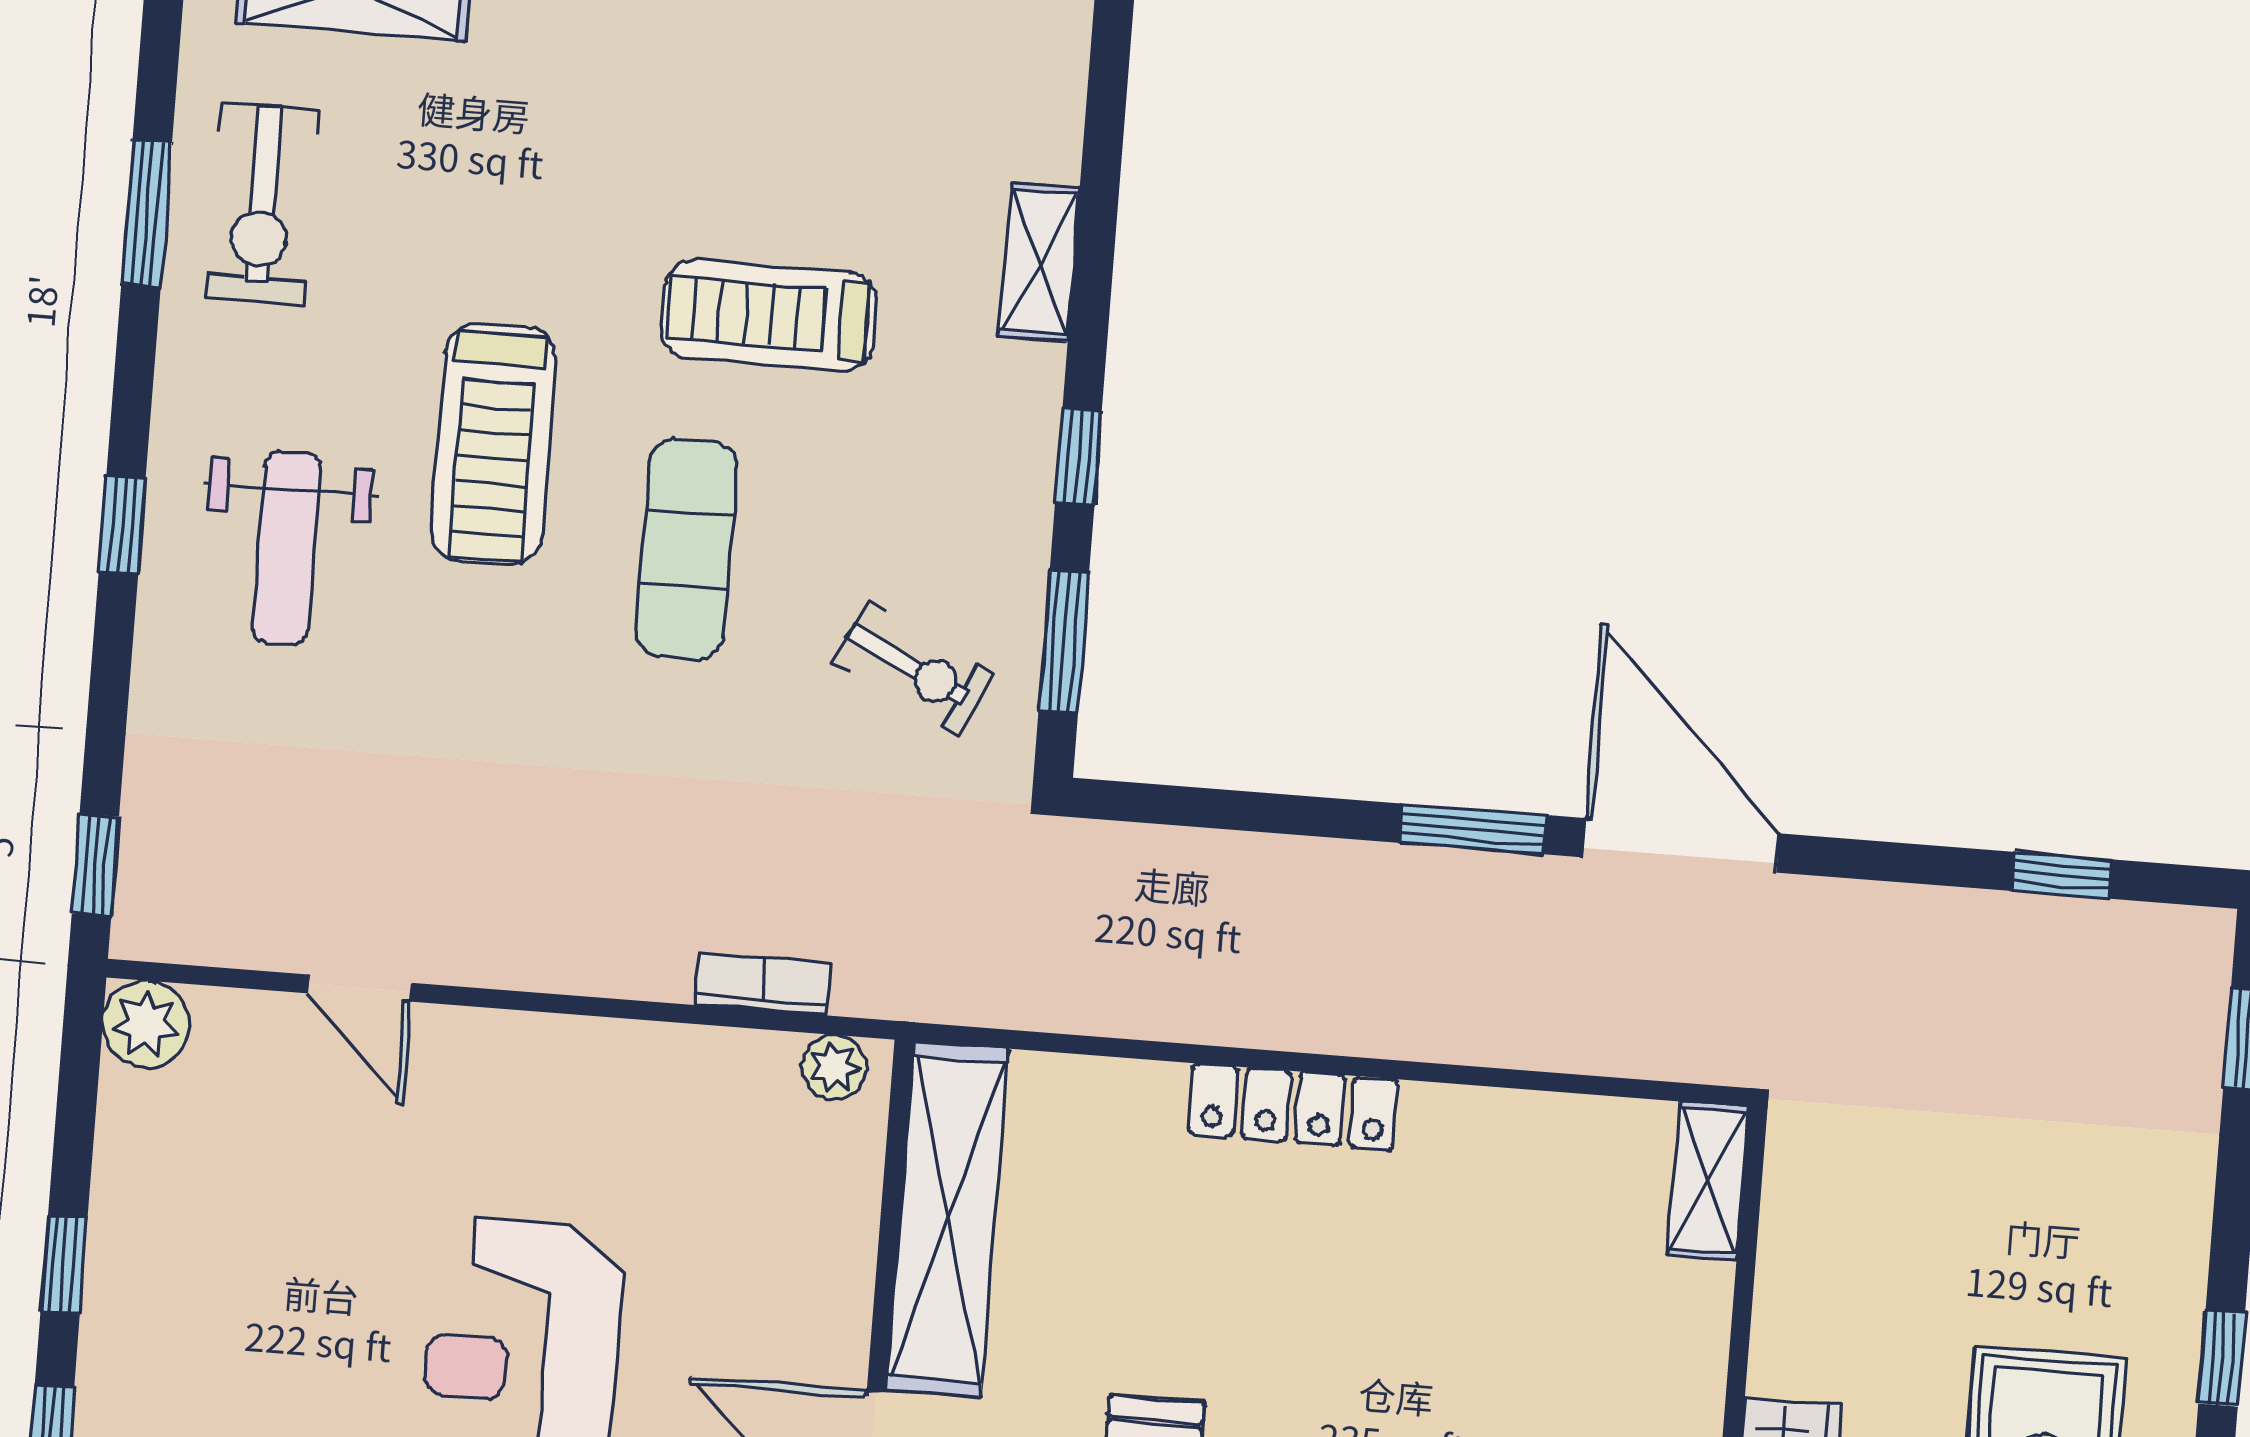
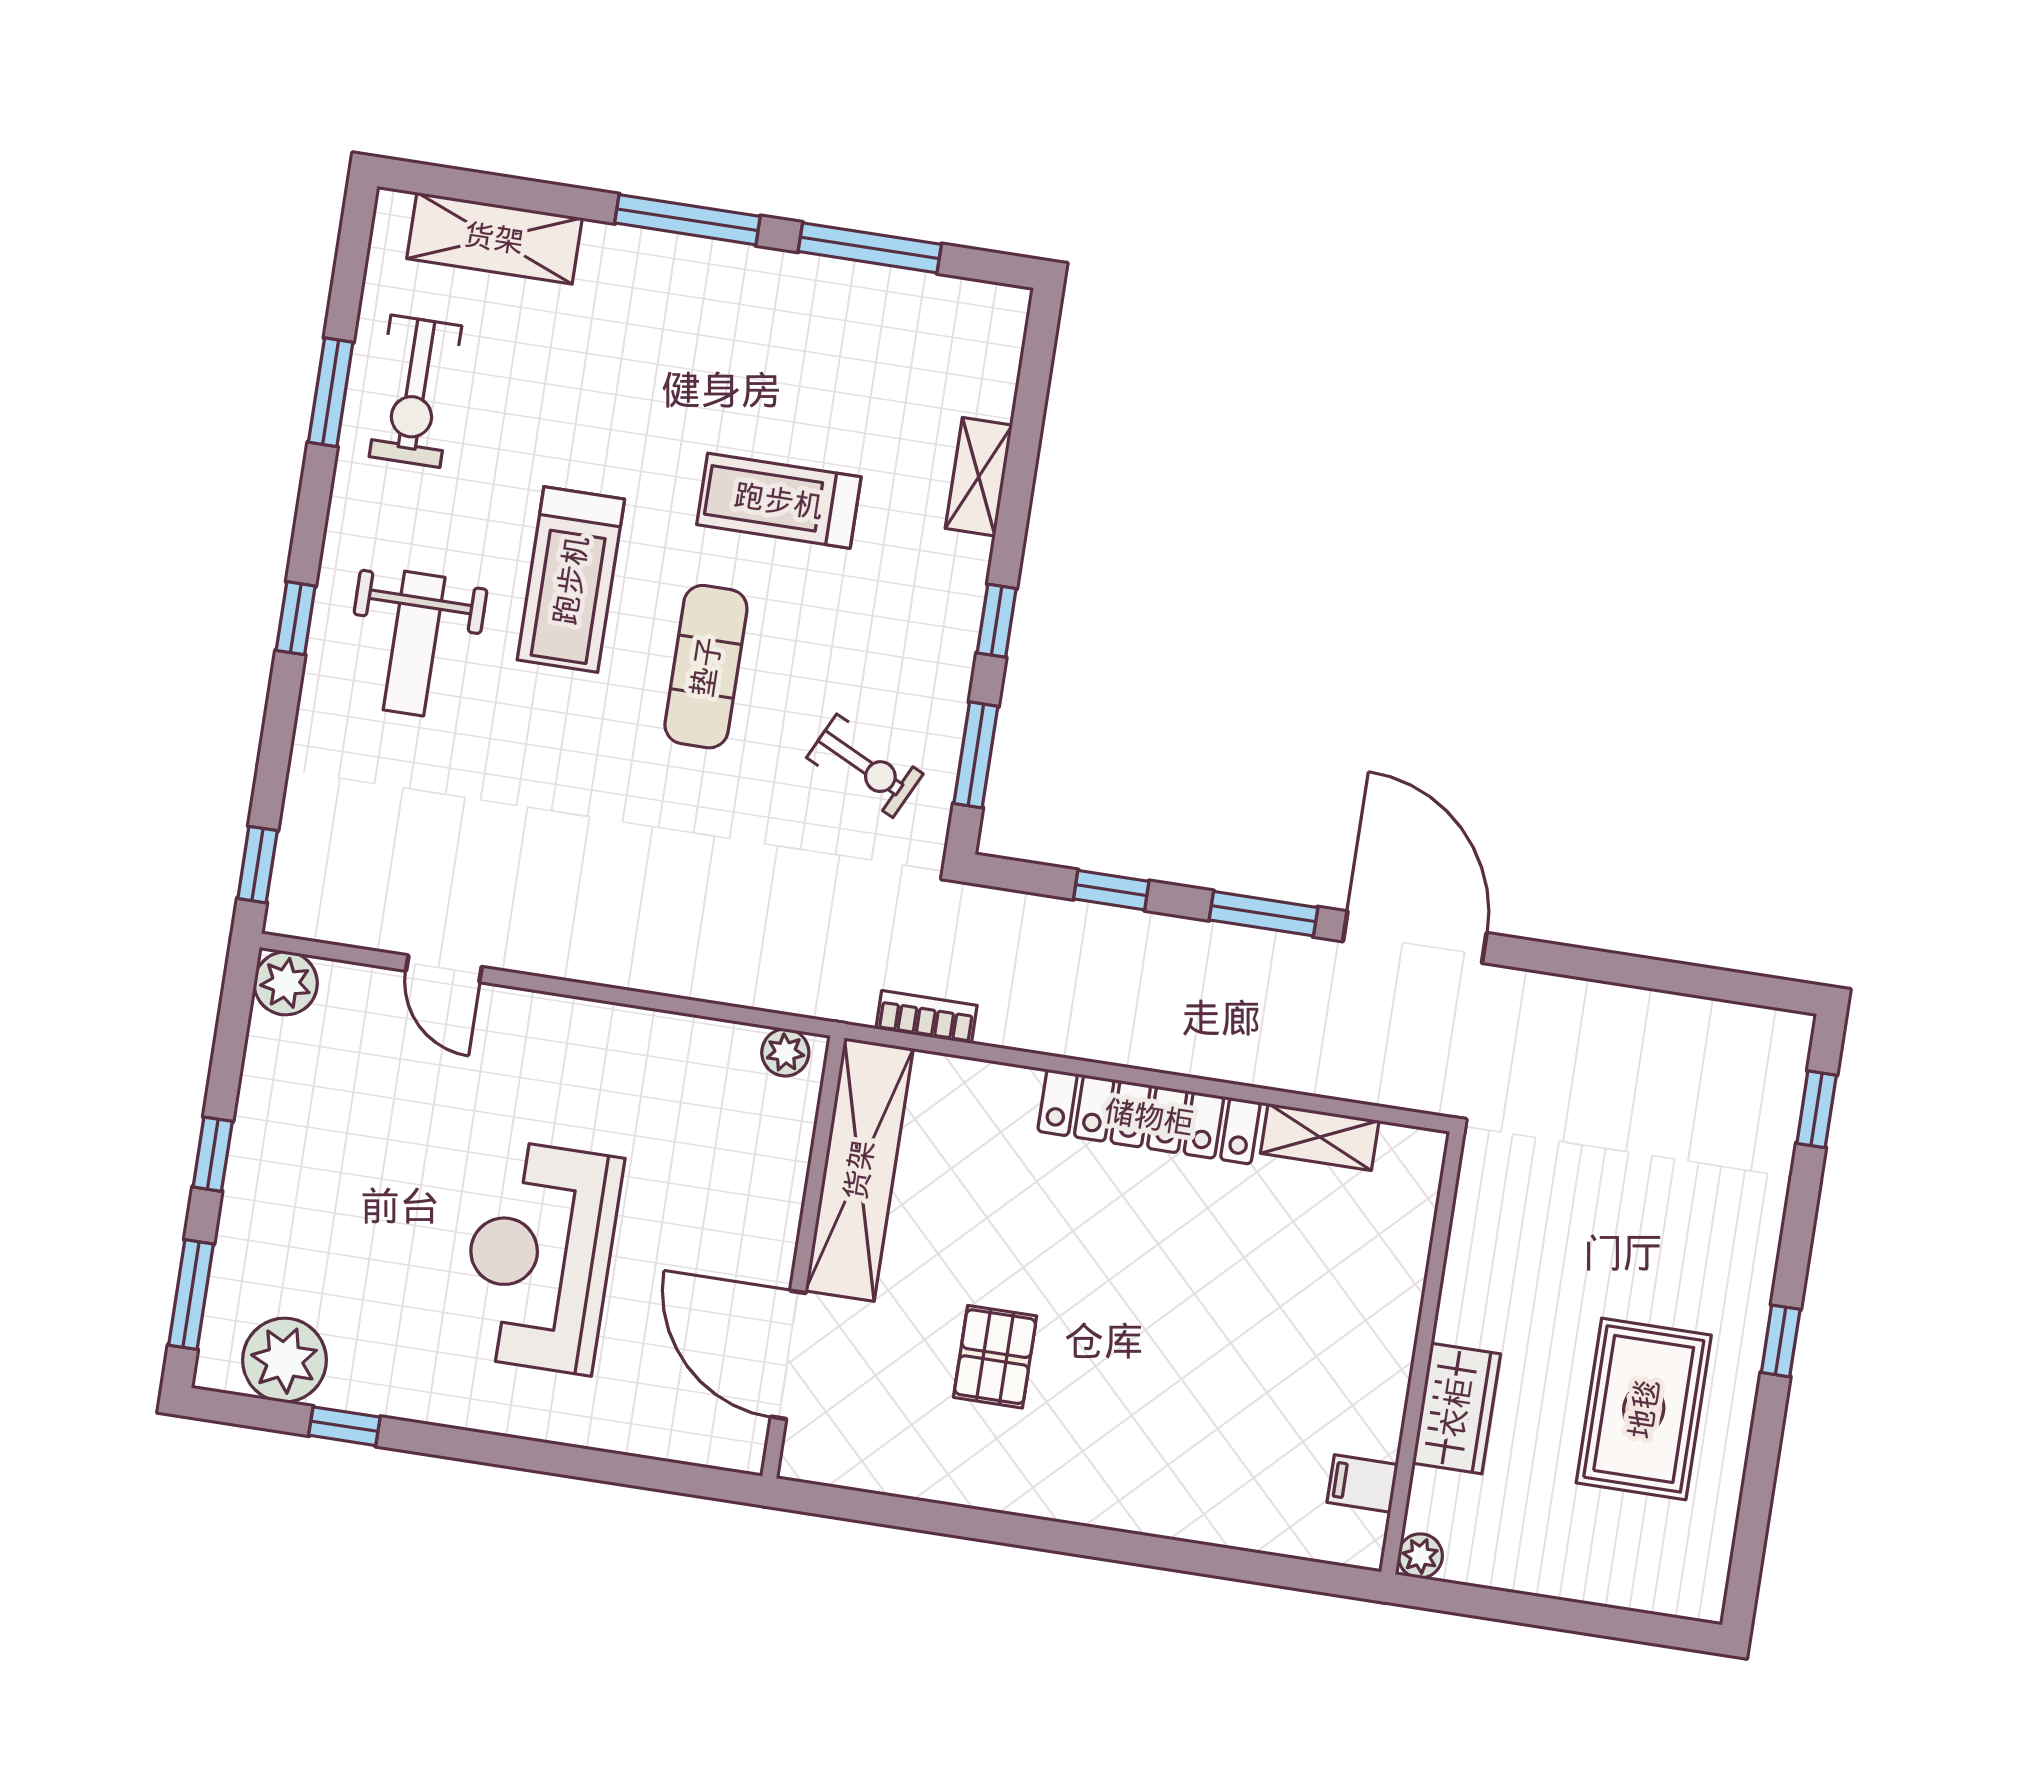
window: (2061, 875) -> (1111, 890), moved
bookcase: (763, 984) -> (927, 1017), moved
locker: (1293, 1107) -> (1149, 1117), width x1.41, depth x1.21
shelving: (1708, 1181) -> (1320, 1137), moved, turned 90

